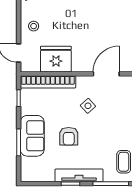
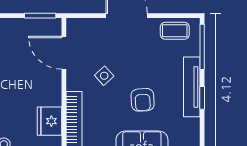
fridge: (56, 59) -> (49, 121), width x0.73, depth x0.75
armchair: (69, 136) -> (143, 100), turned 87

